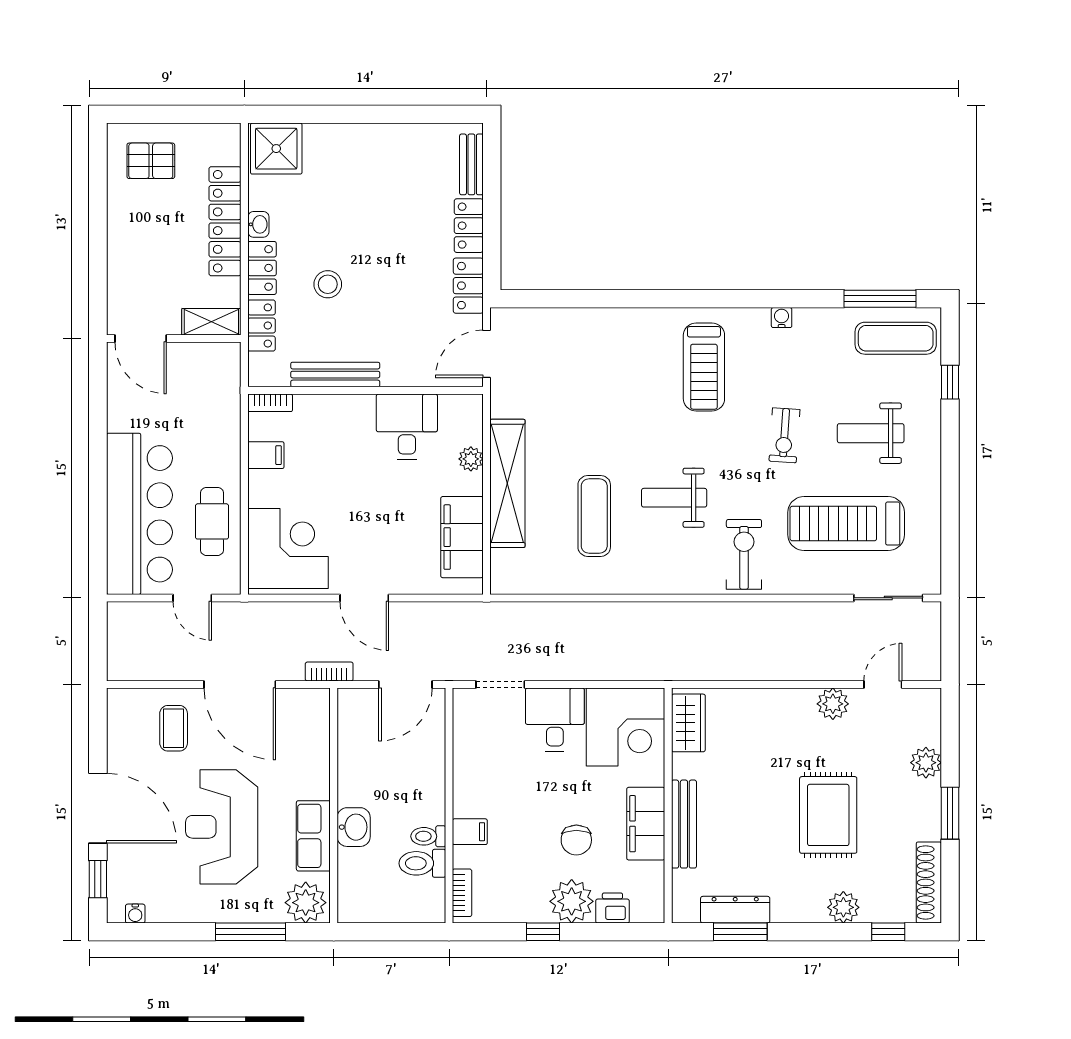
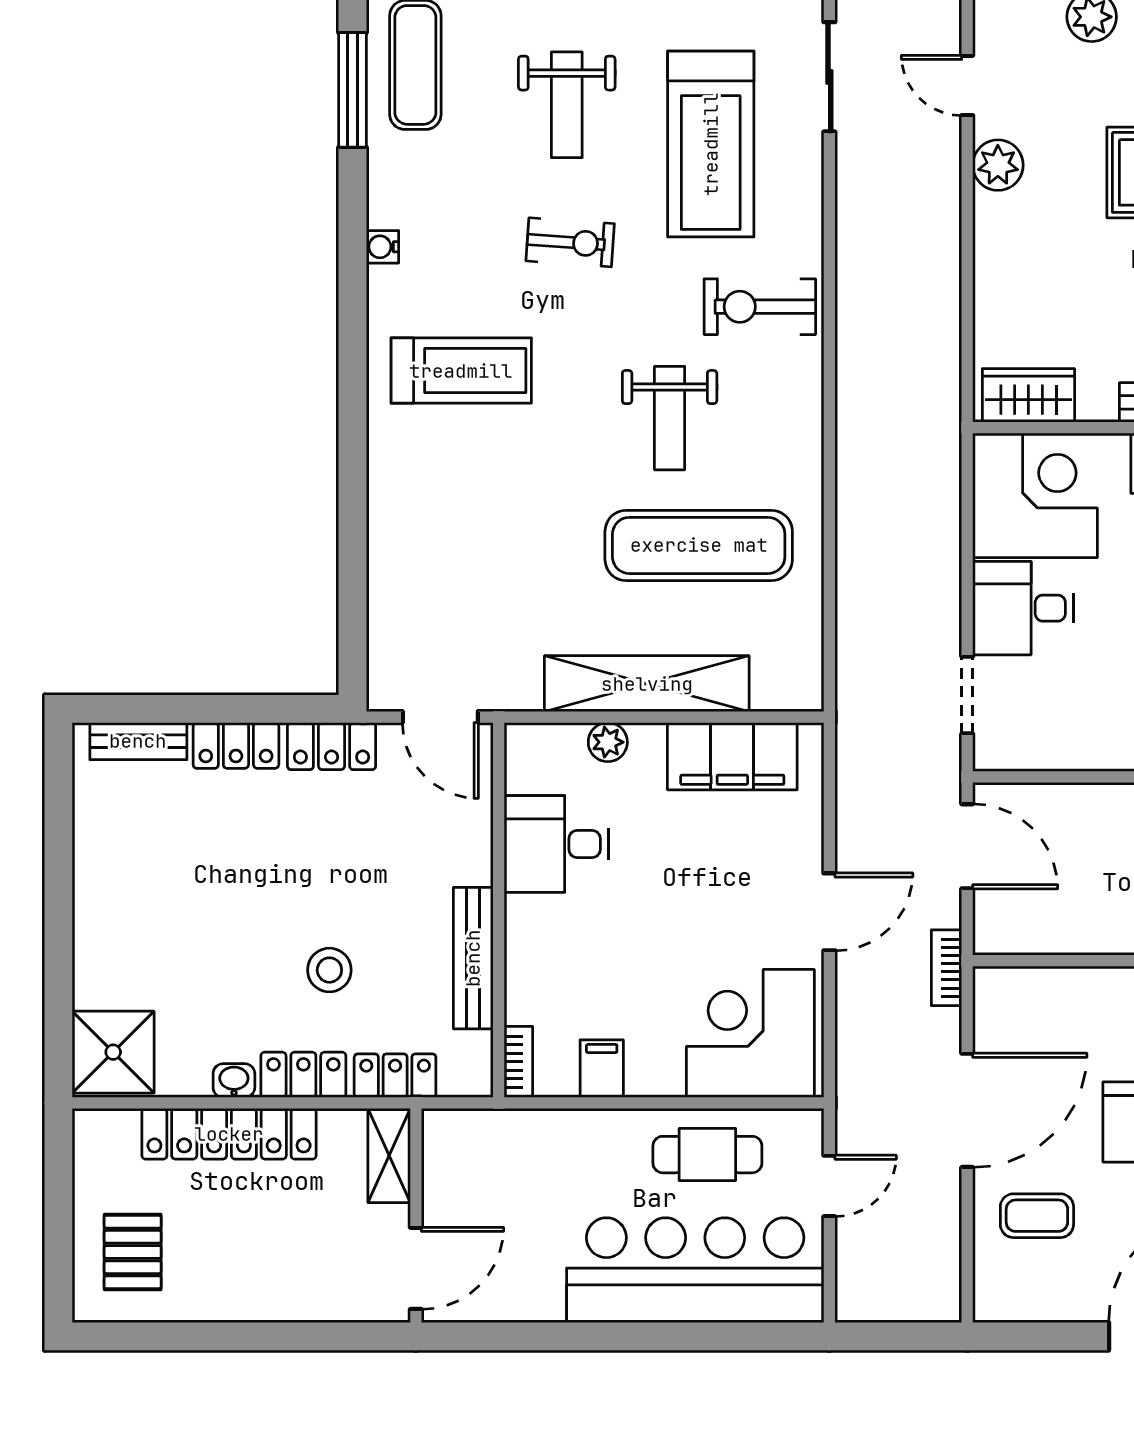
exercise mat: (594, 516) -> (699, 545), width x1.36, depth x1.45

